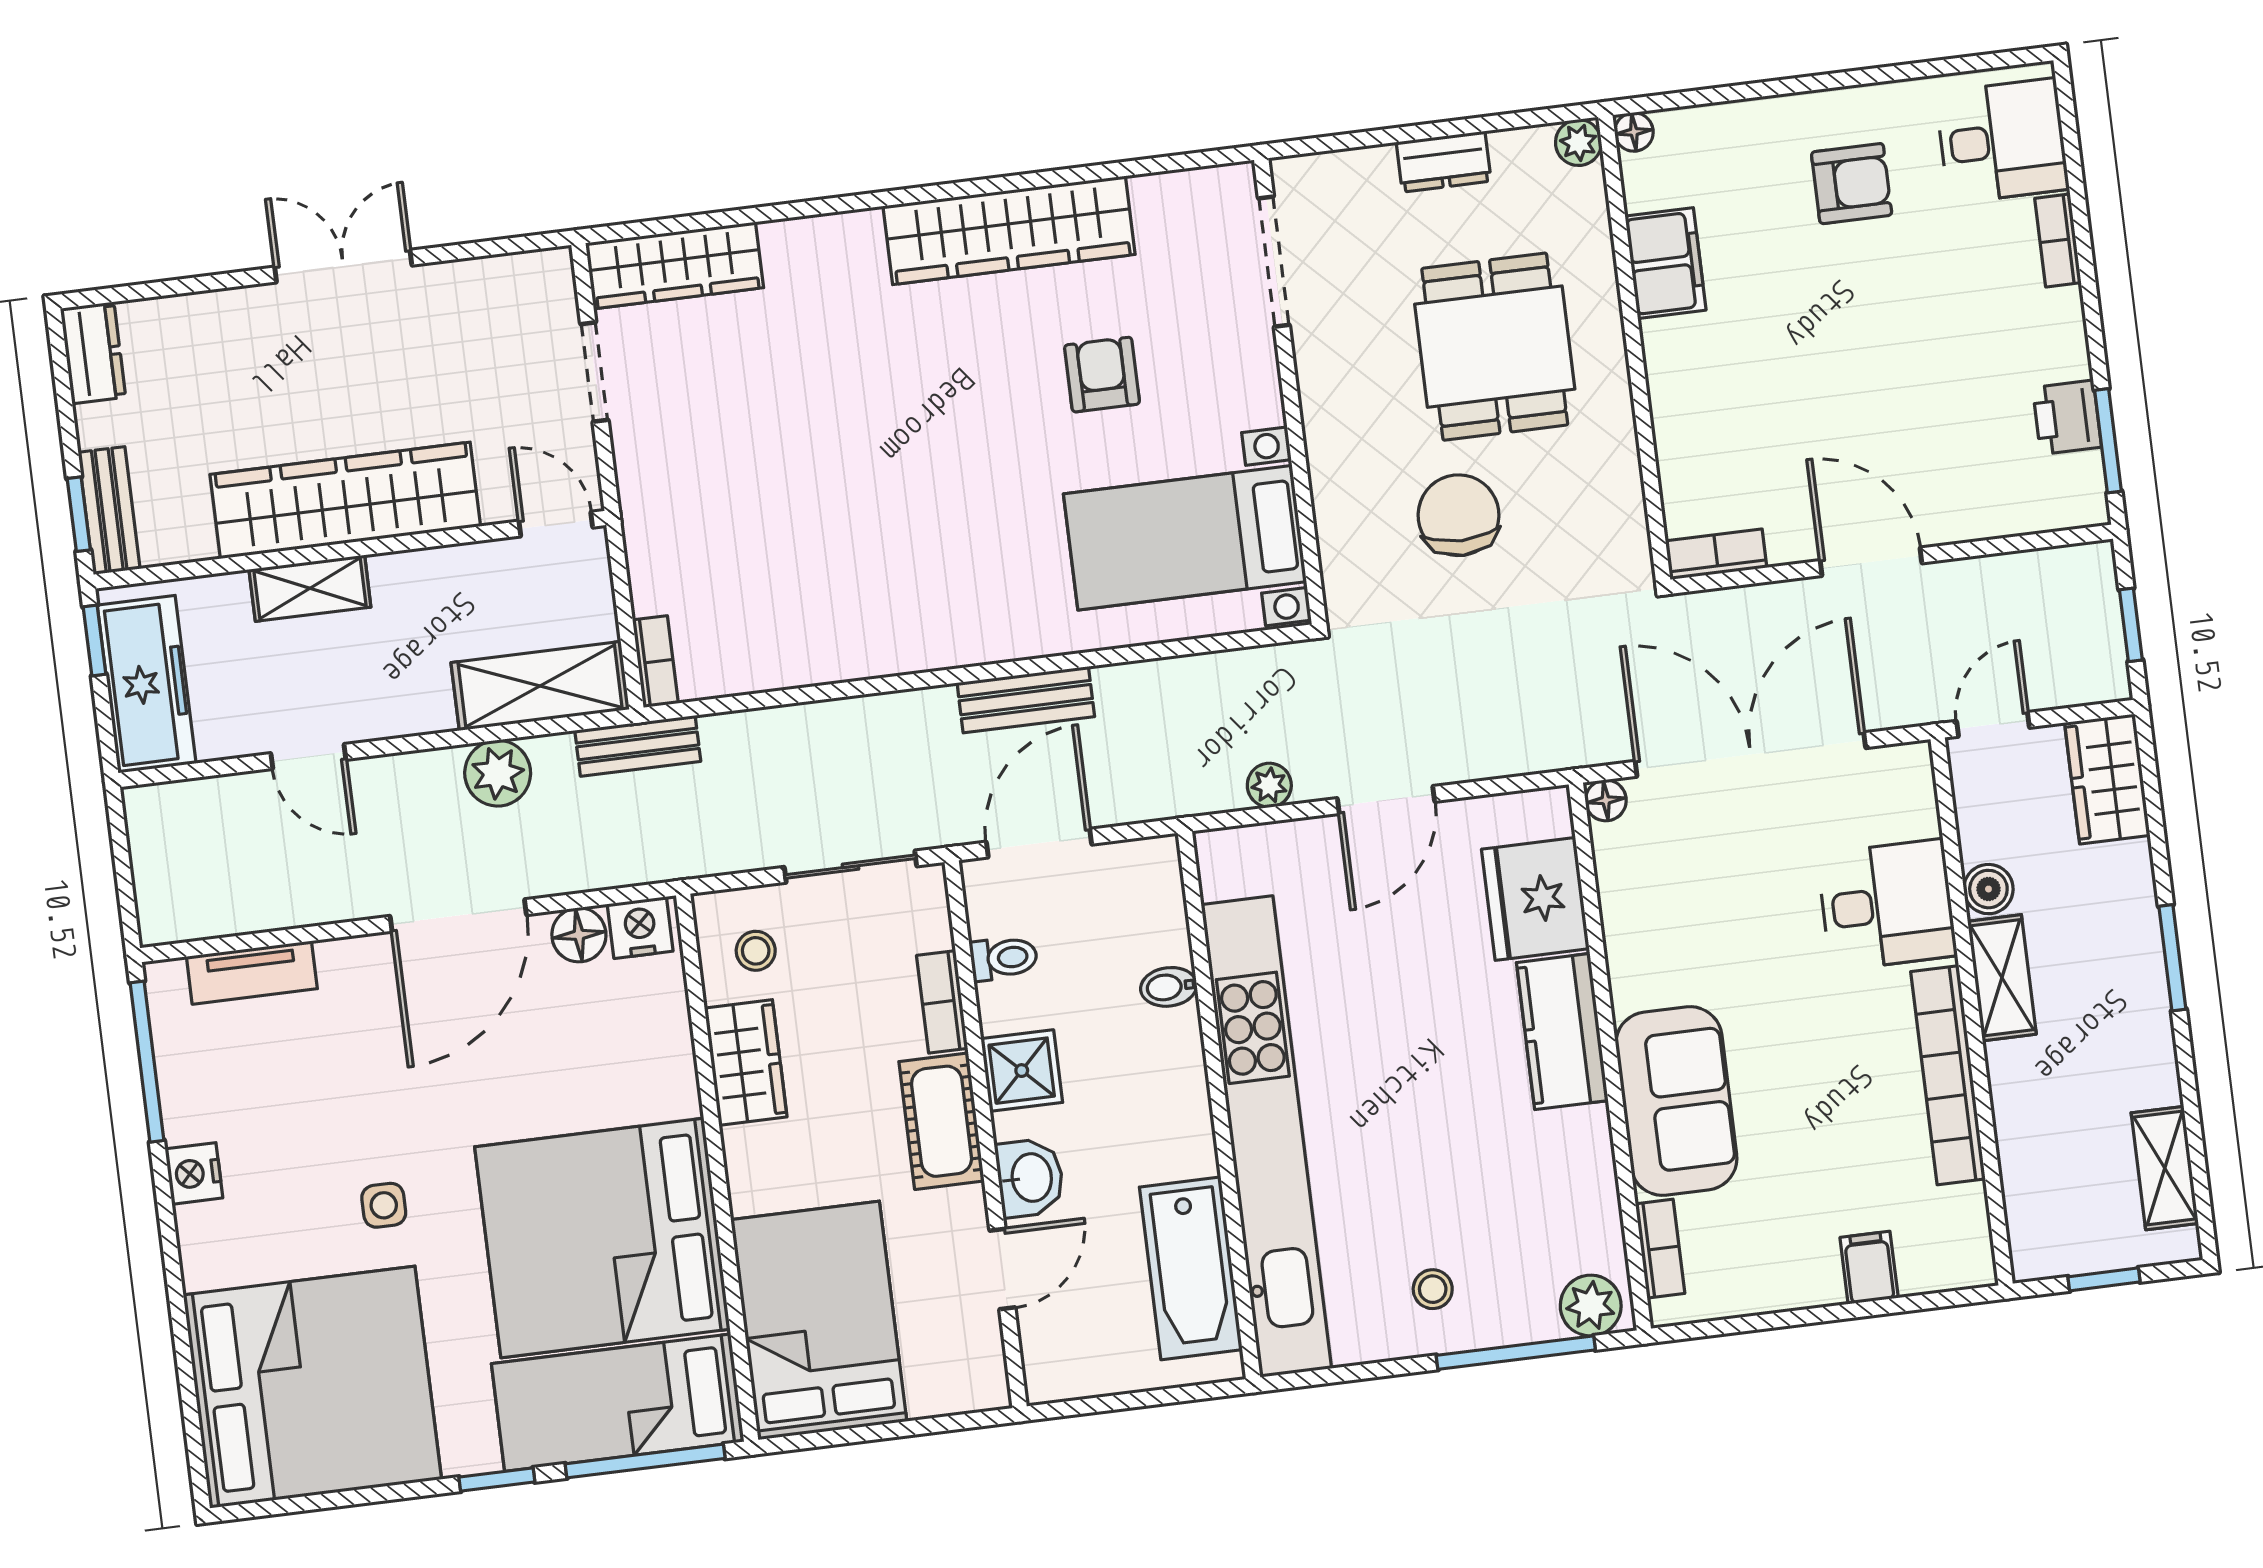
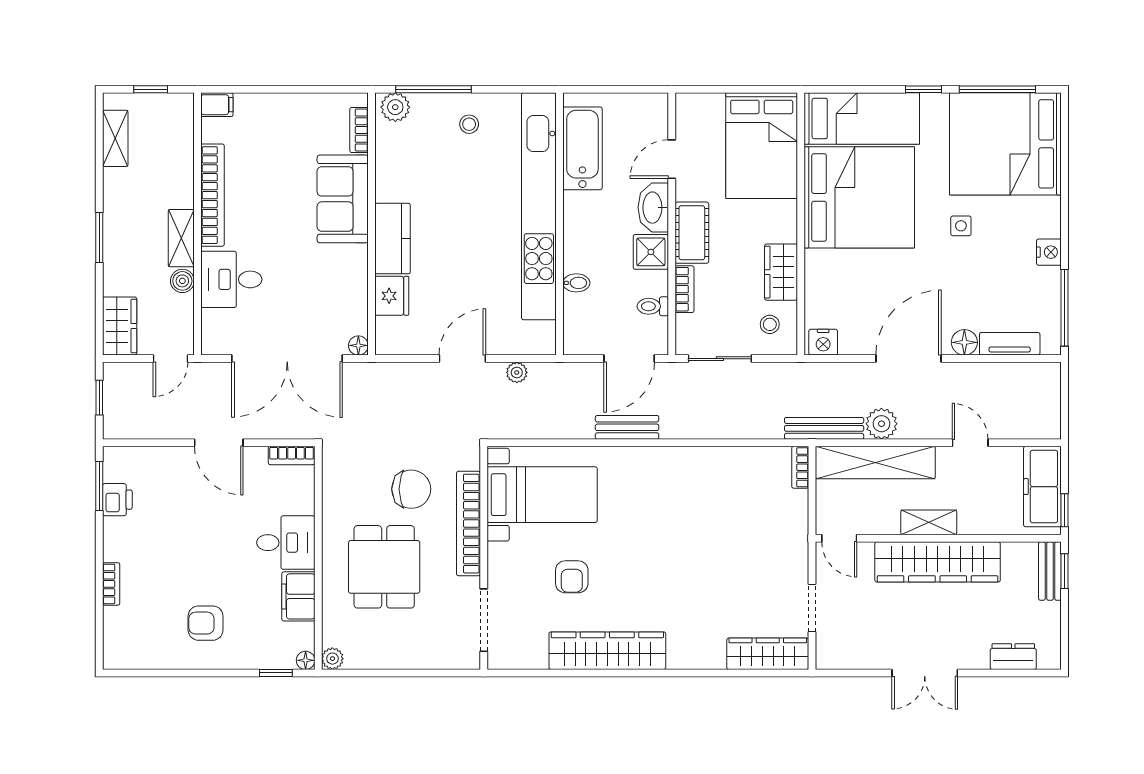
window: (1693, 98) -> (276, 673), added
desk: (2002, 141) -> (286, 543), moved, turned 180
dresser: (1444, 162) -> (397, 657), removed
dresser: (93, 353) -> (1013, 657), moved, turned 90
bookcase: (1331, 459) -> (468, 524), added
chair: (1459, 515) -> (411, 489), turned -90
shelving: (310, 588) -> (929, 522), moved
shelving: (540, 686) -> (875, 463), width x1.47
bench: (638, 746) -> (824, 428), width x1.36
fridge: (1535, 899) -> (392, 296), width x0.73, depth x0.75
floor lamp: (579, 935) -> (964, 342), moved
washbasin: (1030, 1178) -> (653, 208), width x1.38
filing cabinet: (1869, 1268) -> (217, 105), moved, turned -90
window: (645, 1461) -> (997, 89), moved

